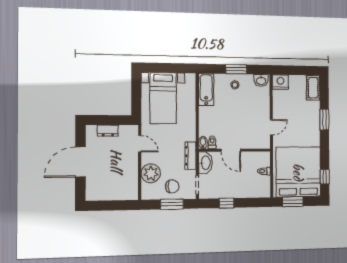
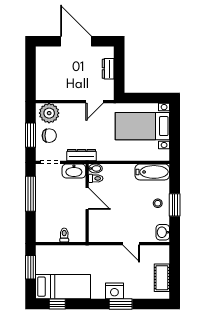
nightstand: (280, 82) -> (114, 291), moved, turned 90
cot: (313, 88) -> (162, 278), moved, turned 90
door: (271, 127) -> (131, 244), moved
door: (231, 150) -> (87, 199), swing flipped
bed: (298, 172) -> (63, 287), width x0.49
plant: (151, 173) -> (49, 113), moved
chair: (172, 186) -> (49, 136), turned -88
window: (227, 203) -> (31, 194), width x2.17

